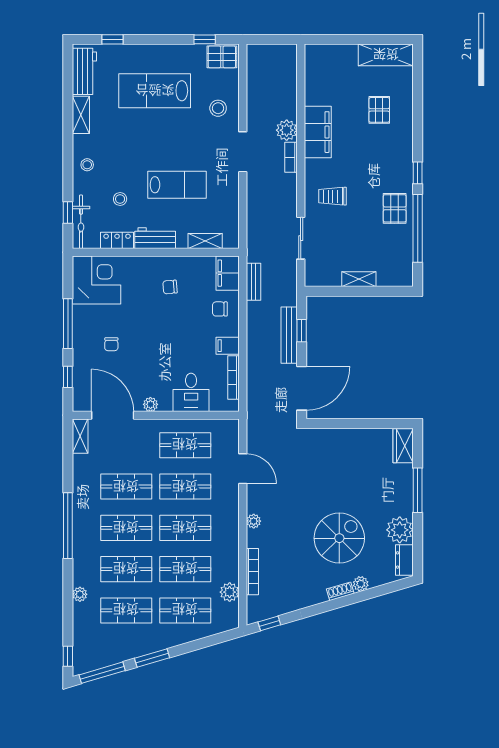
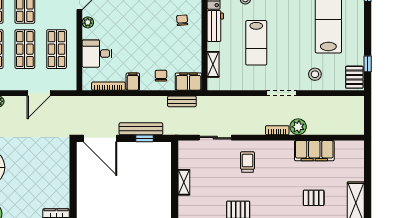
filing cabinet: (318, 132) -> (314, 151), moved
chair: (170, 287) -> (182, 20), moved

